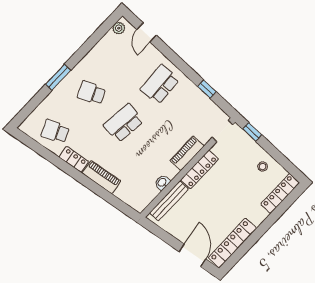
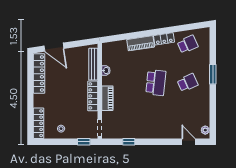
school desk: (160, 84) -> (156, 121), removed

